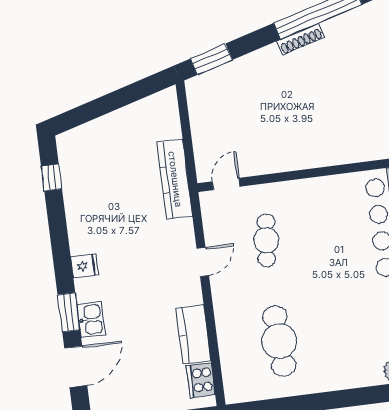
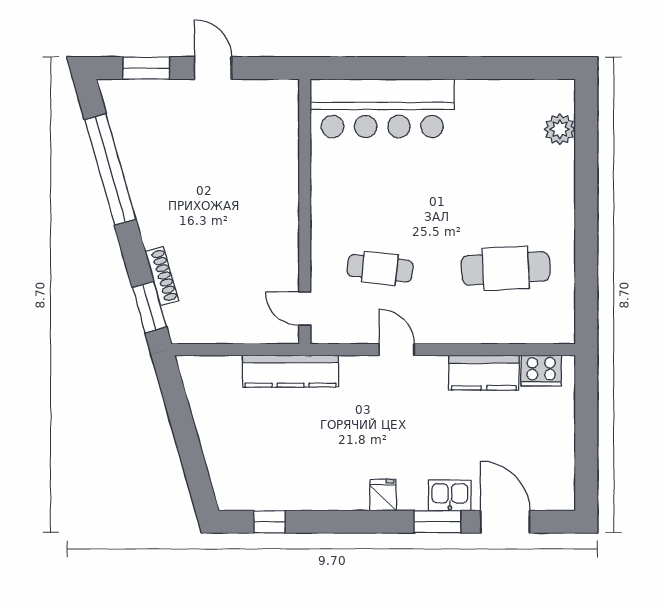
shoe rack: (301, 39) -> (162, 276), moved

